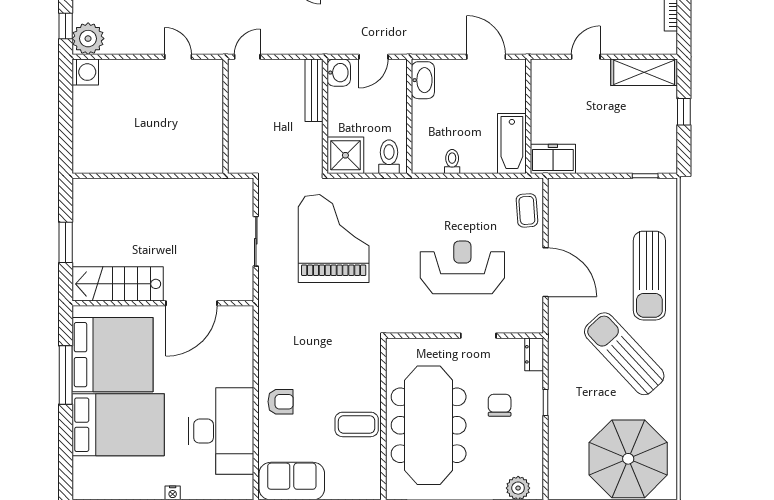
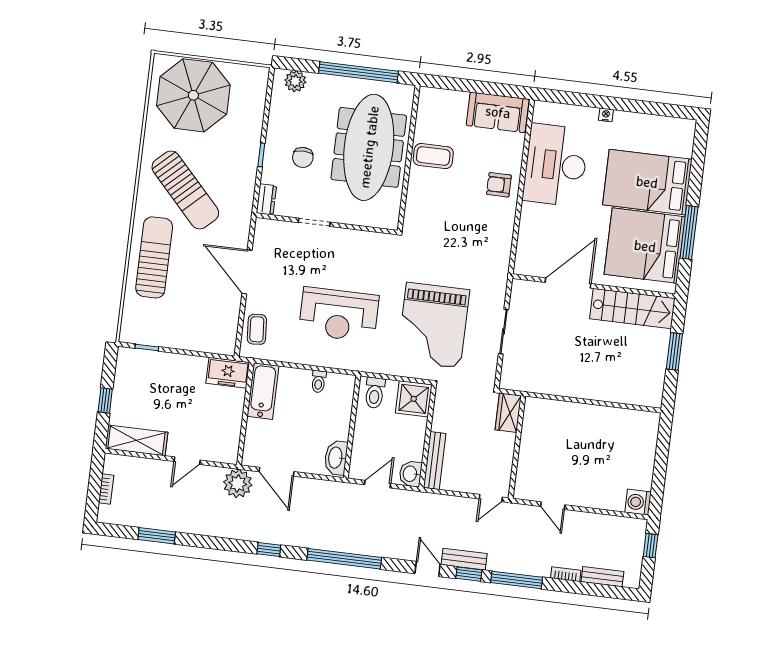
plant: (88, 39) -> (238, 483), moved
wardrobe: (240, 153) -> (508, 413), added
reception desk: (462, 267) -> (339, 315), moved

